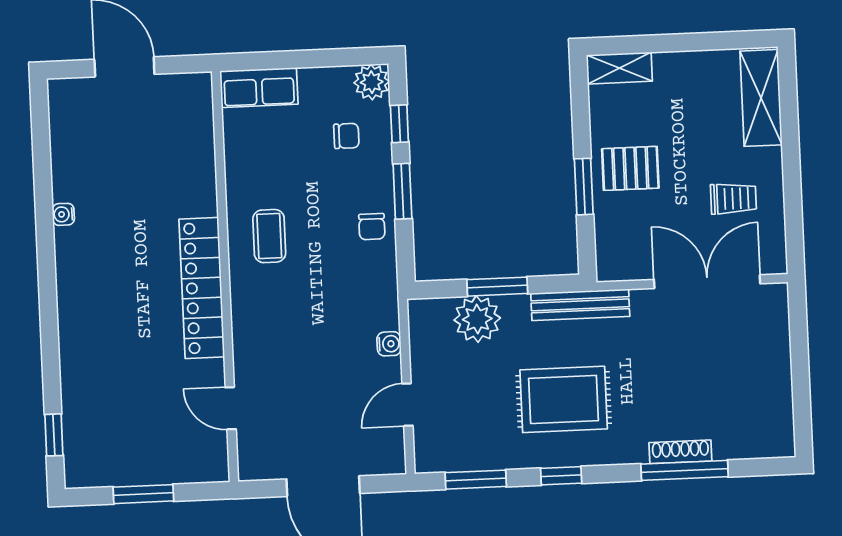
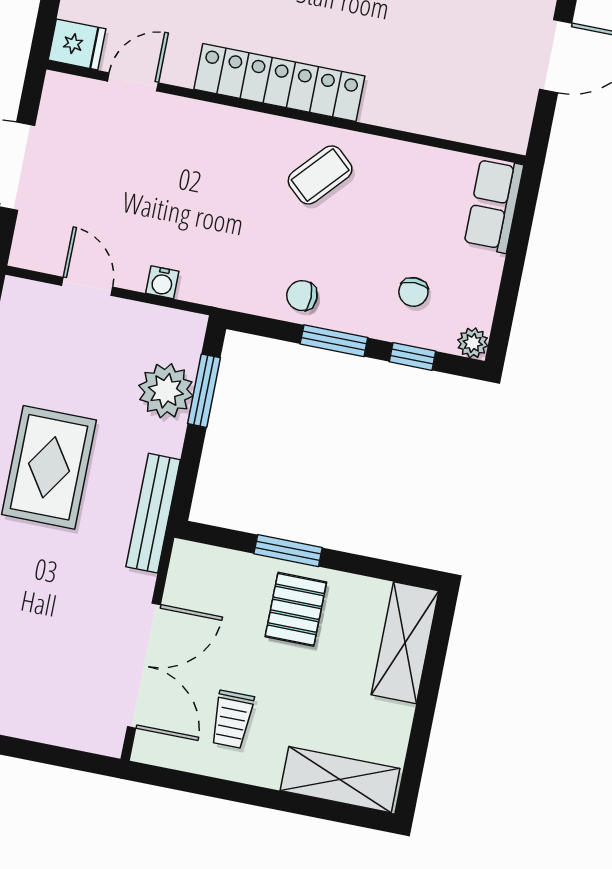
shelving: (619, 68) -> (405, 643), width x1.50, depth x1.33
plant: (372, 82) -> (473, 343), width x0.73, depth x0.73
coffee table: (269, 236) -> (320, 175), turned -48
window: (497, 287) -> (204, 391), moved
fridge: (211, 462) -> (77, 44), added

